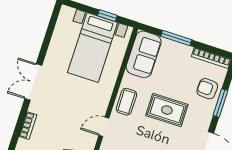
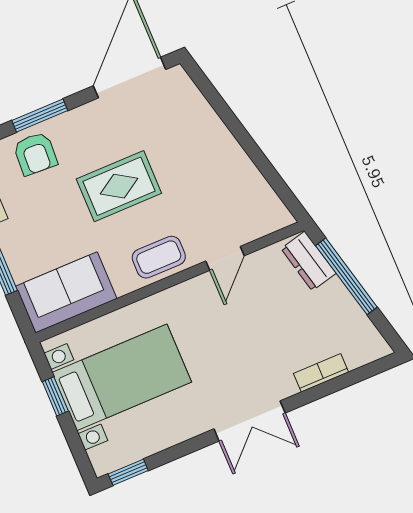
window: (54, 18) -> (128, 472), added
rug: (167, 110) -> (119, 186), turned 90
door: (104, 127) -> (225, 258), hinge flipped

